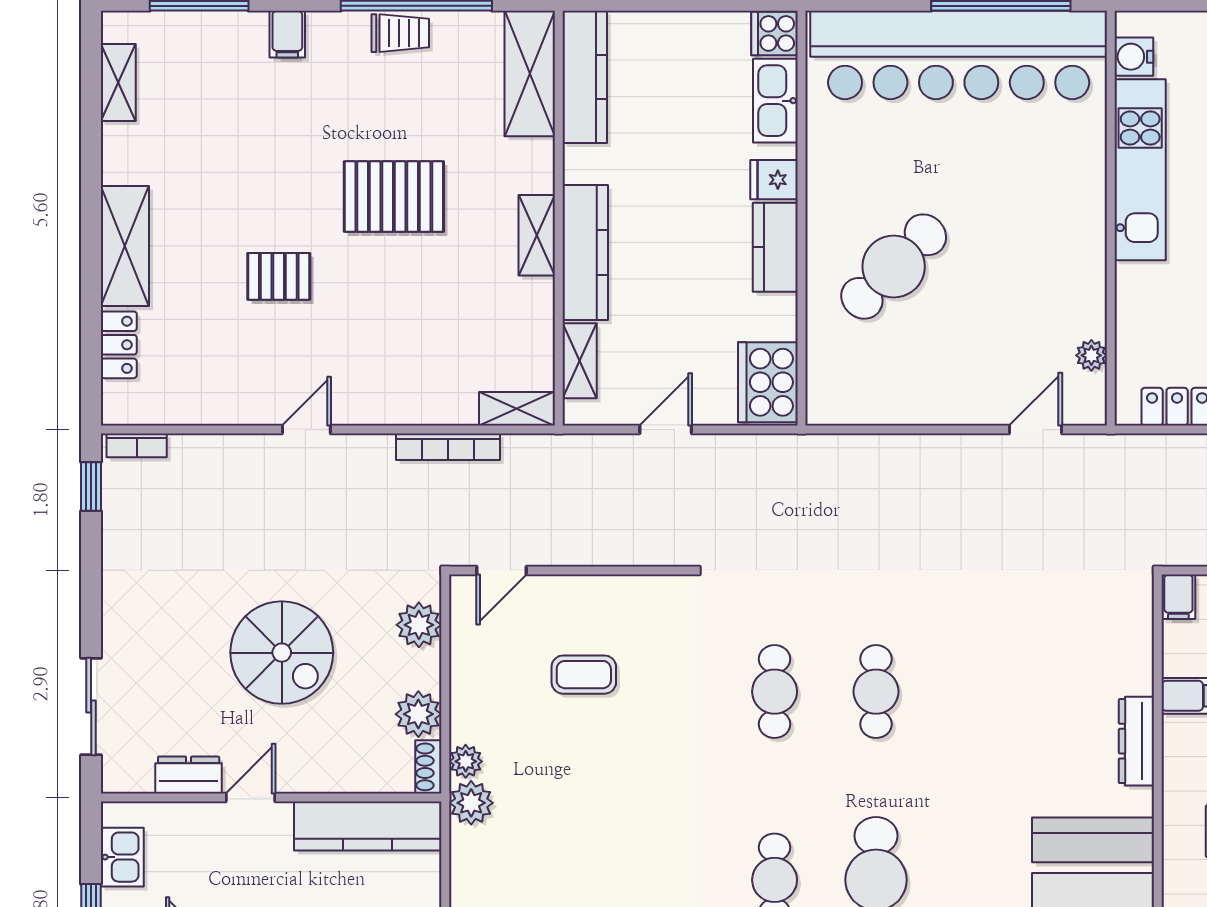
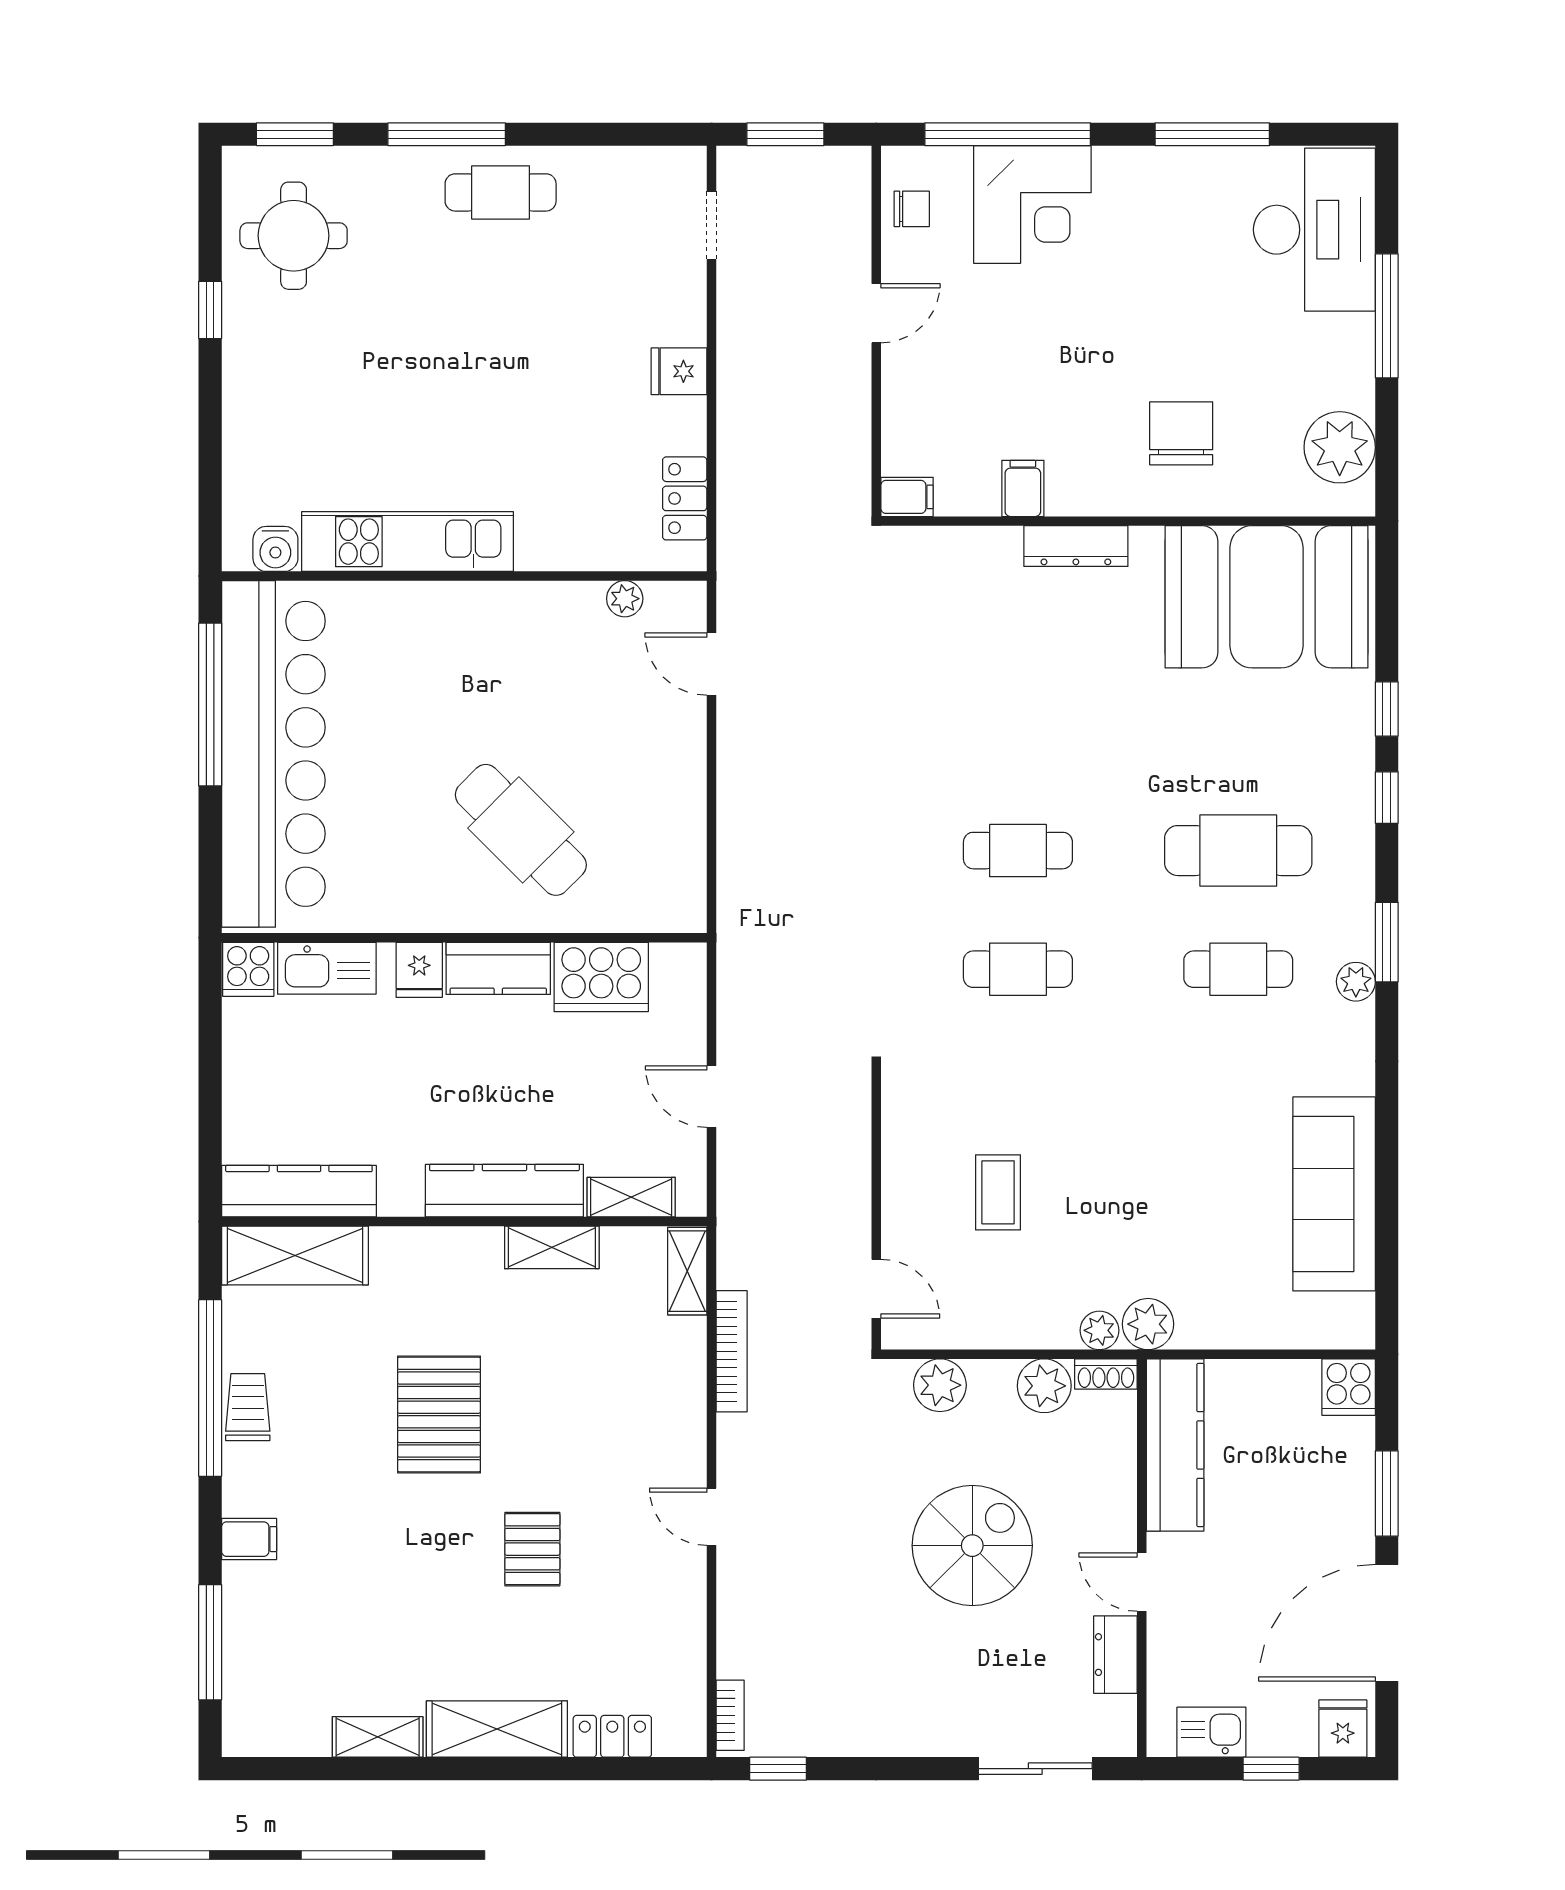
shelving: (118, 82) -> (378, 1737), moved
shelving: (537, 235) -> (552, 1247), moved
cooker: (768, 382) -> (601, 977), moved

